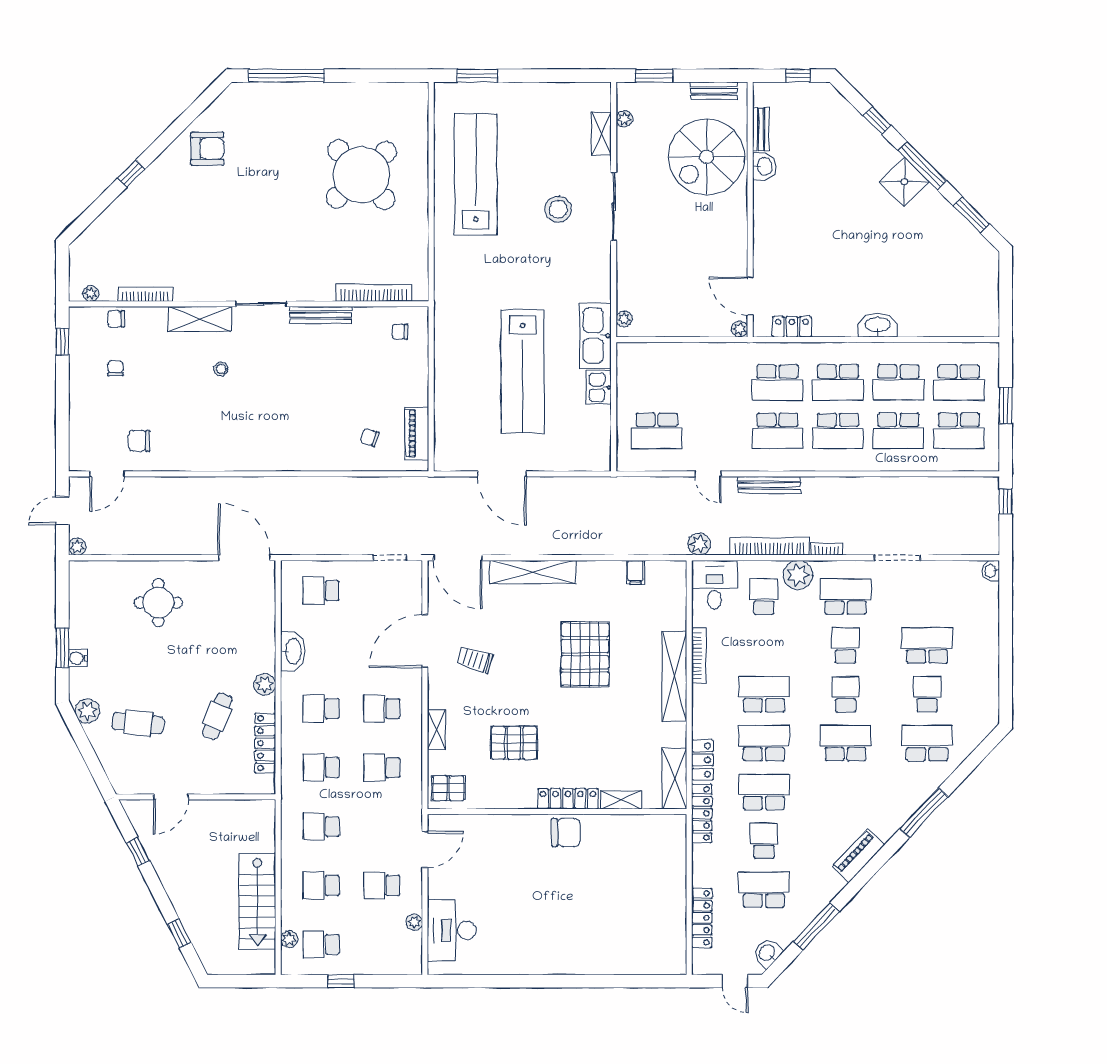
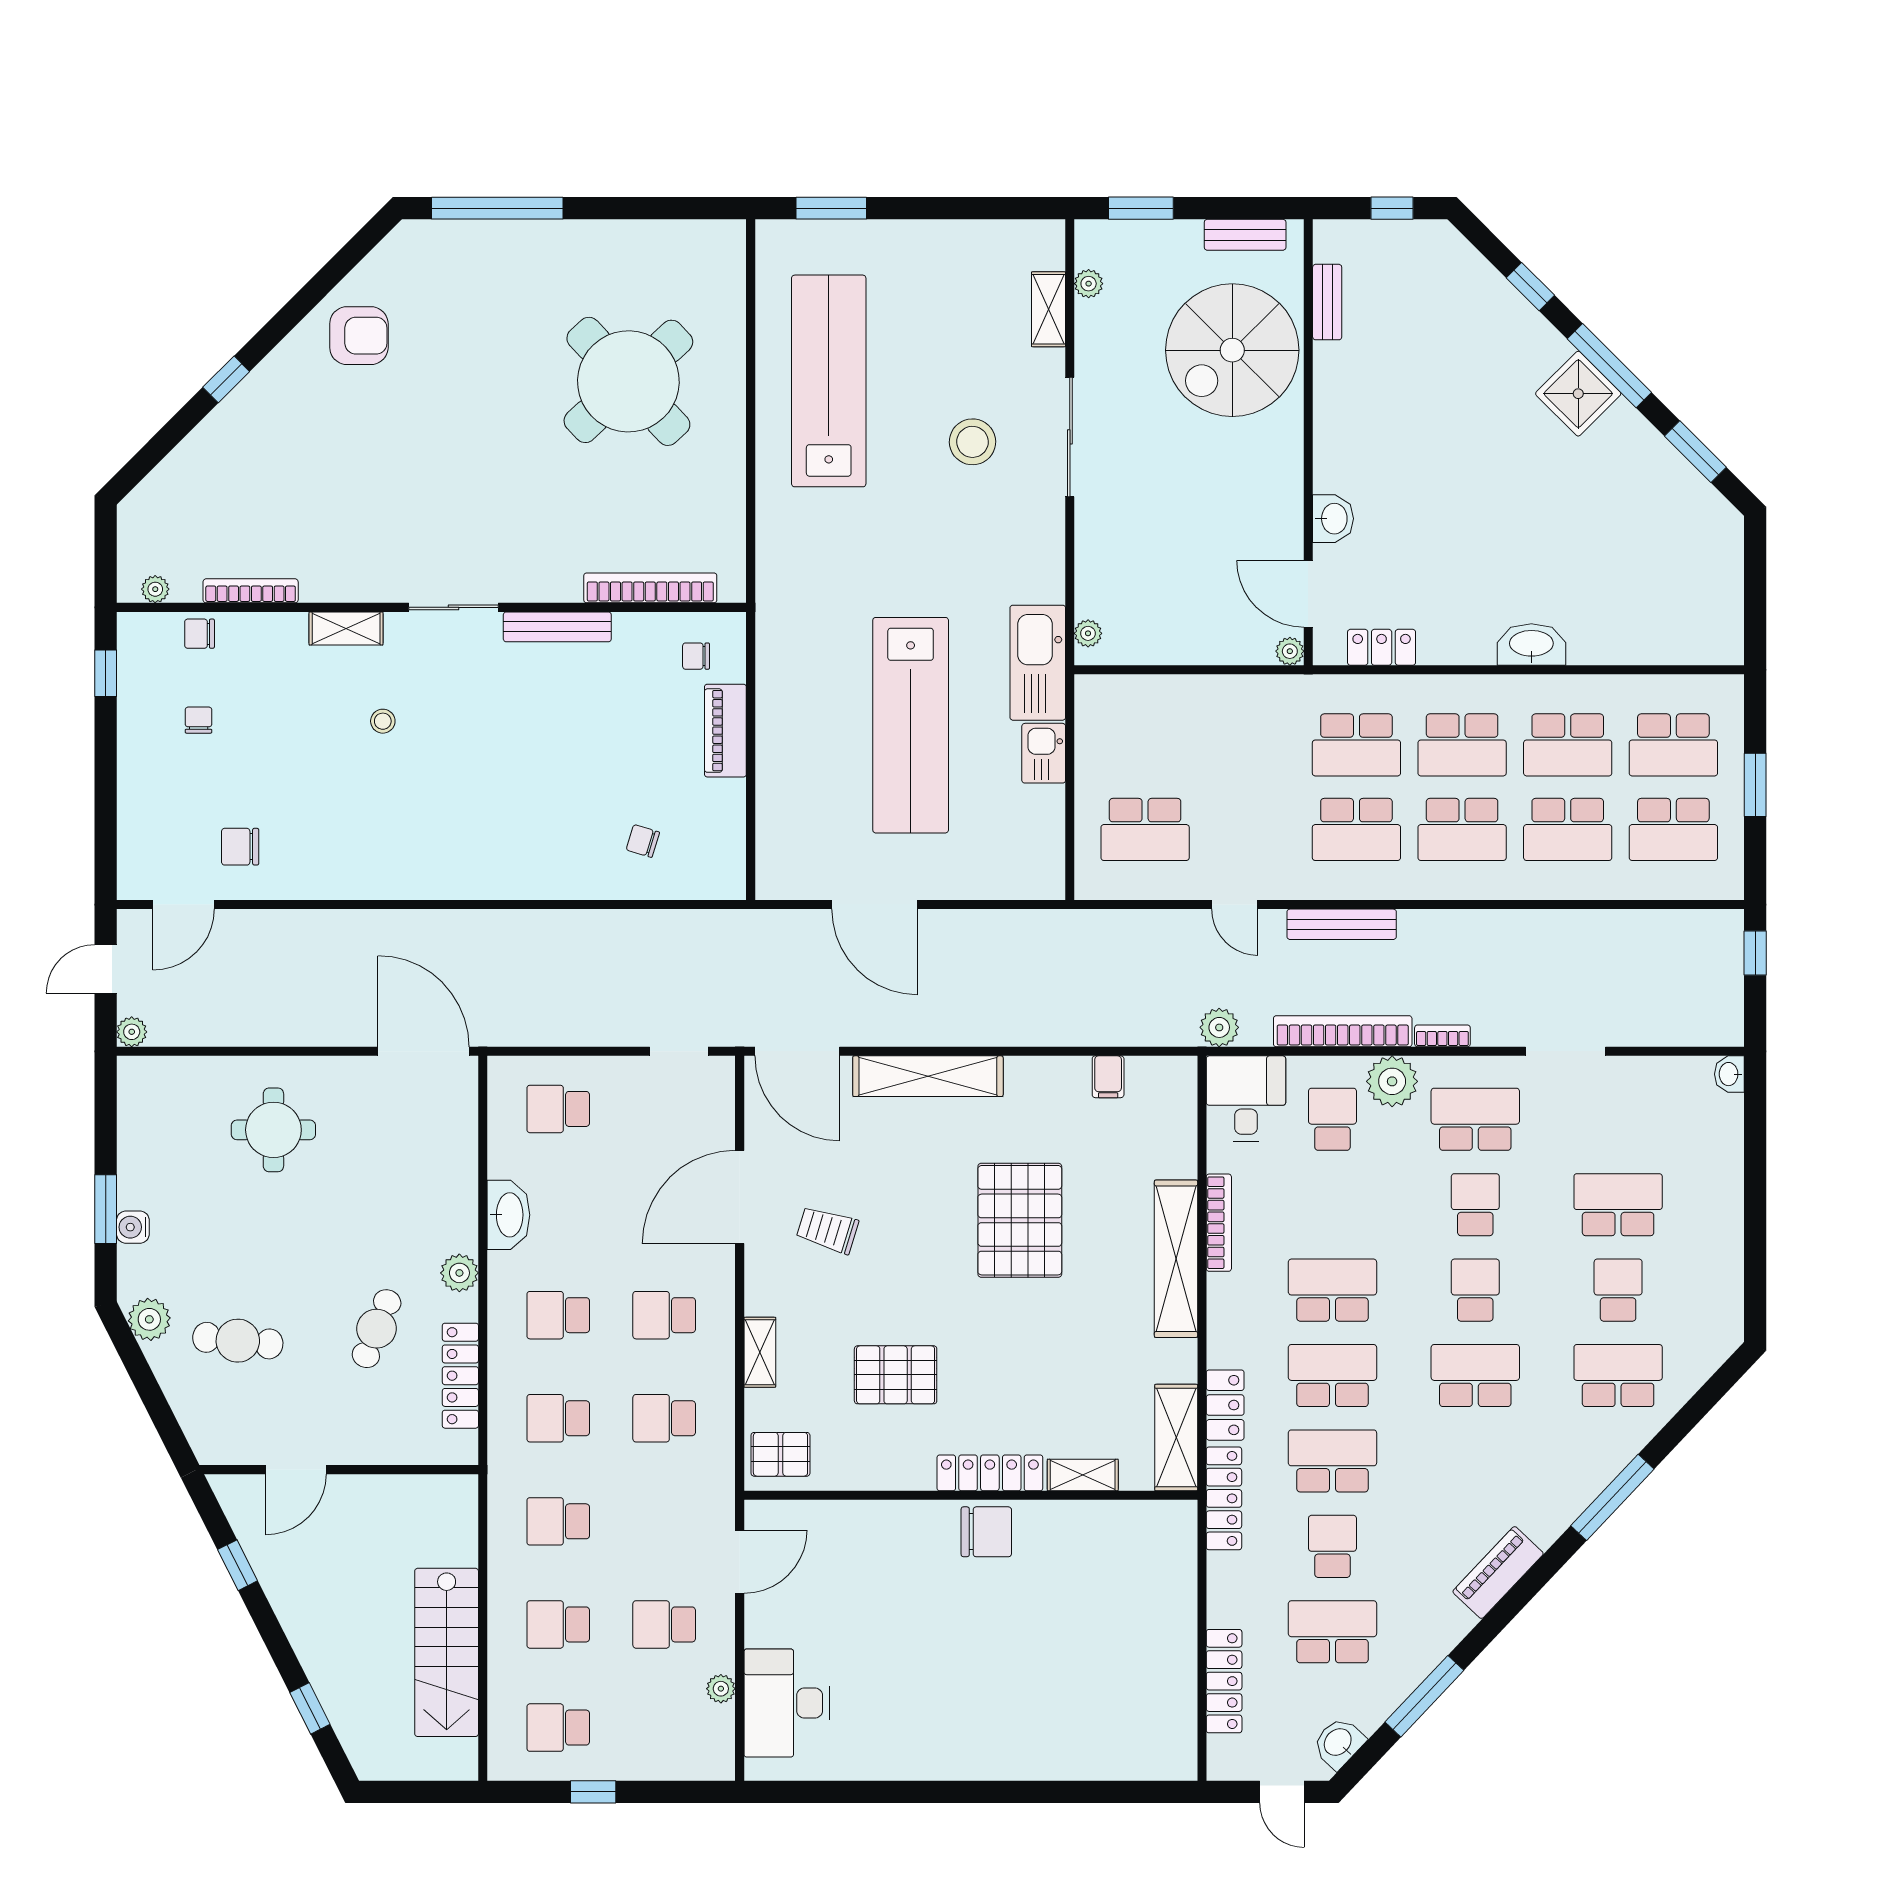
washbasin: (764, 166) -> (1333, 519), moved
shelving: (200, 319) -> (346, 628), width x0.67, depth x0.75
piano: (417, 433) -> (725, 731), moved
plant: (289, 939) -> (502, 1718), removed

